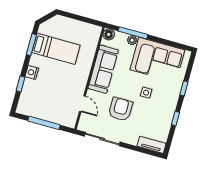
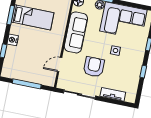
door: (82, 104) -> (60, 64), swing flipped
tv unit: (152, 145) -> (113, 94), moved

